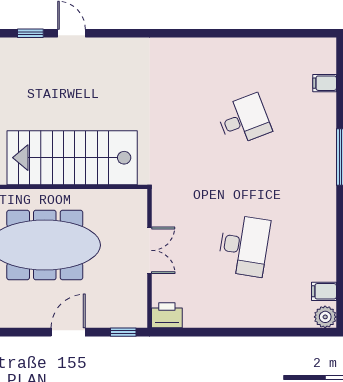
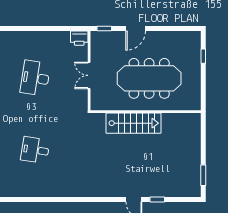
desk: (244, 120) -> (35, 150), turned 30
stairs: (72, 158) -> (134, 123), width x0.73, depth x0.66

